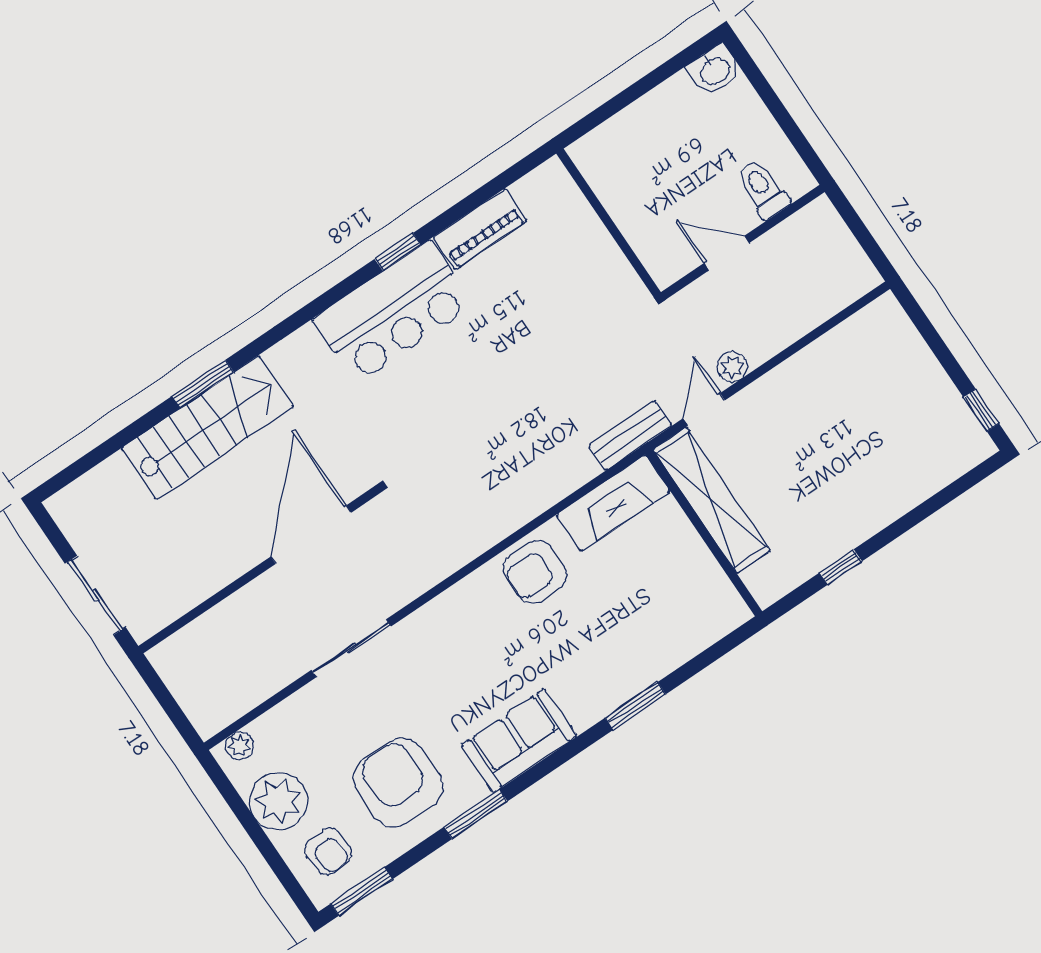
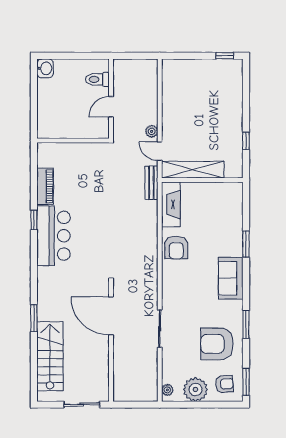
stairs: (208, 427) -> (50, 356), moved
sofa: (519, 741) -> (231, 278), moved

